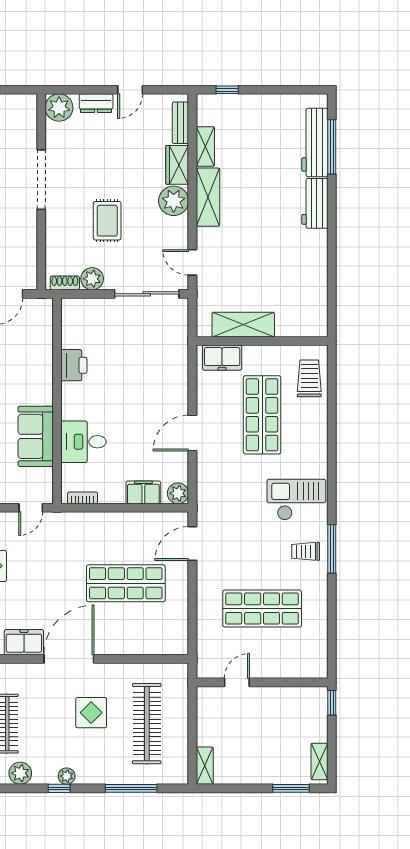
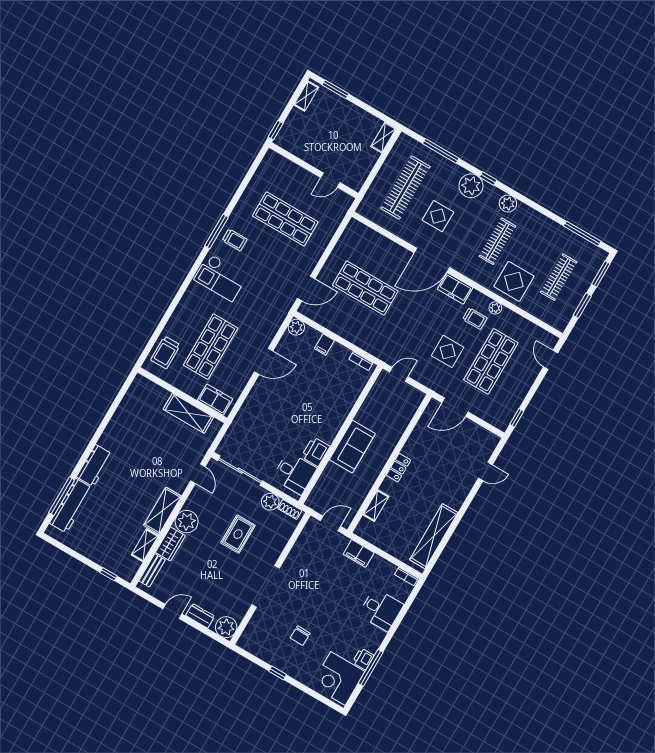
sofa: (36, 436) -> (352, 447), moved
desk: (83, 442) -> (295, 473), moved
filing cabinet: (143, 492) -> (324, 344), width x0.50
plant: (67, 776) -> (471, 186), width x1.88, depth x1.88

